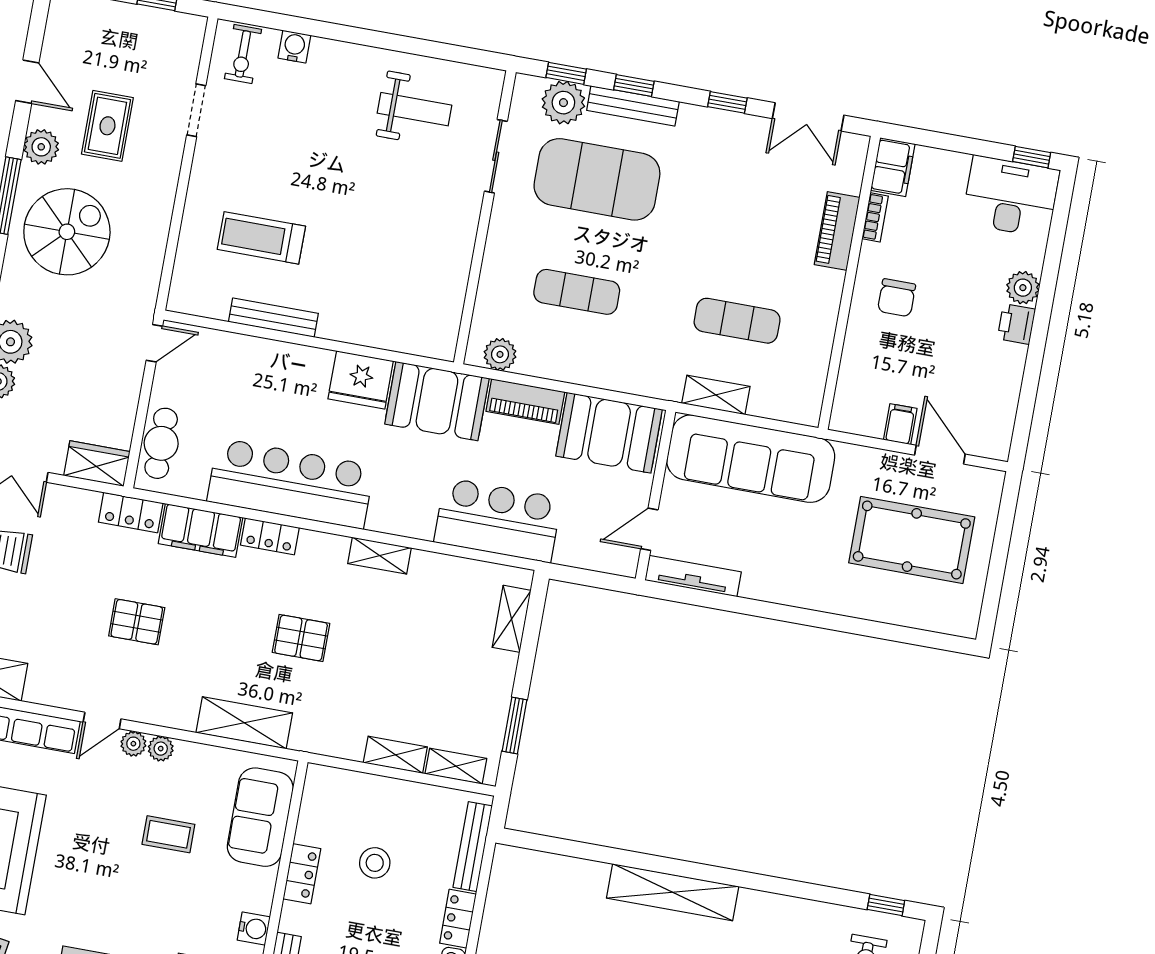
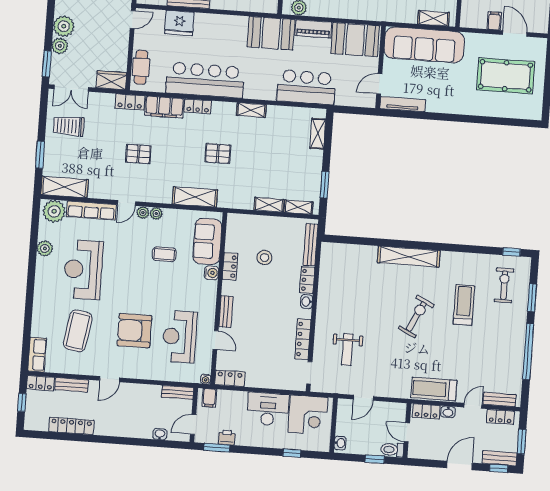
fridge: (361, 380) -> (179, 23), moved
shelving: (716, 395) -> (433, 18), moved
water cooler: (254, 929) -> (211, 273), moved

